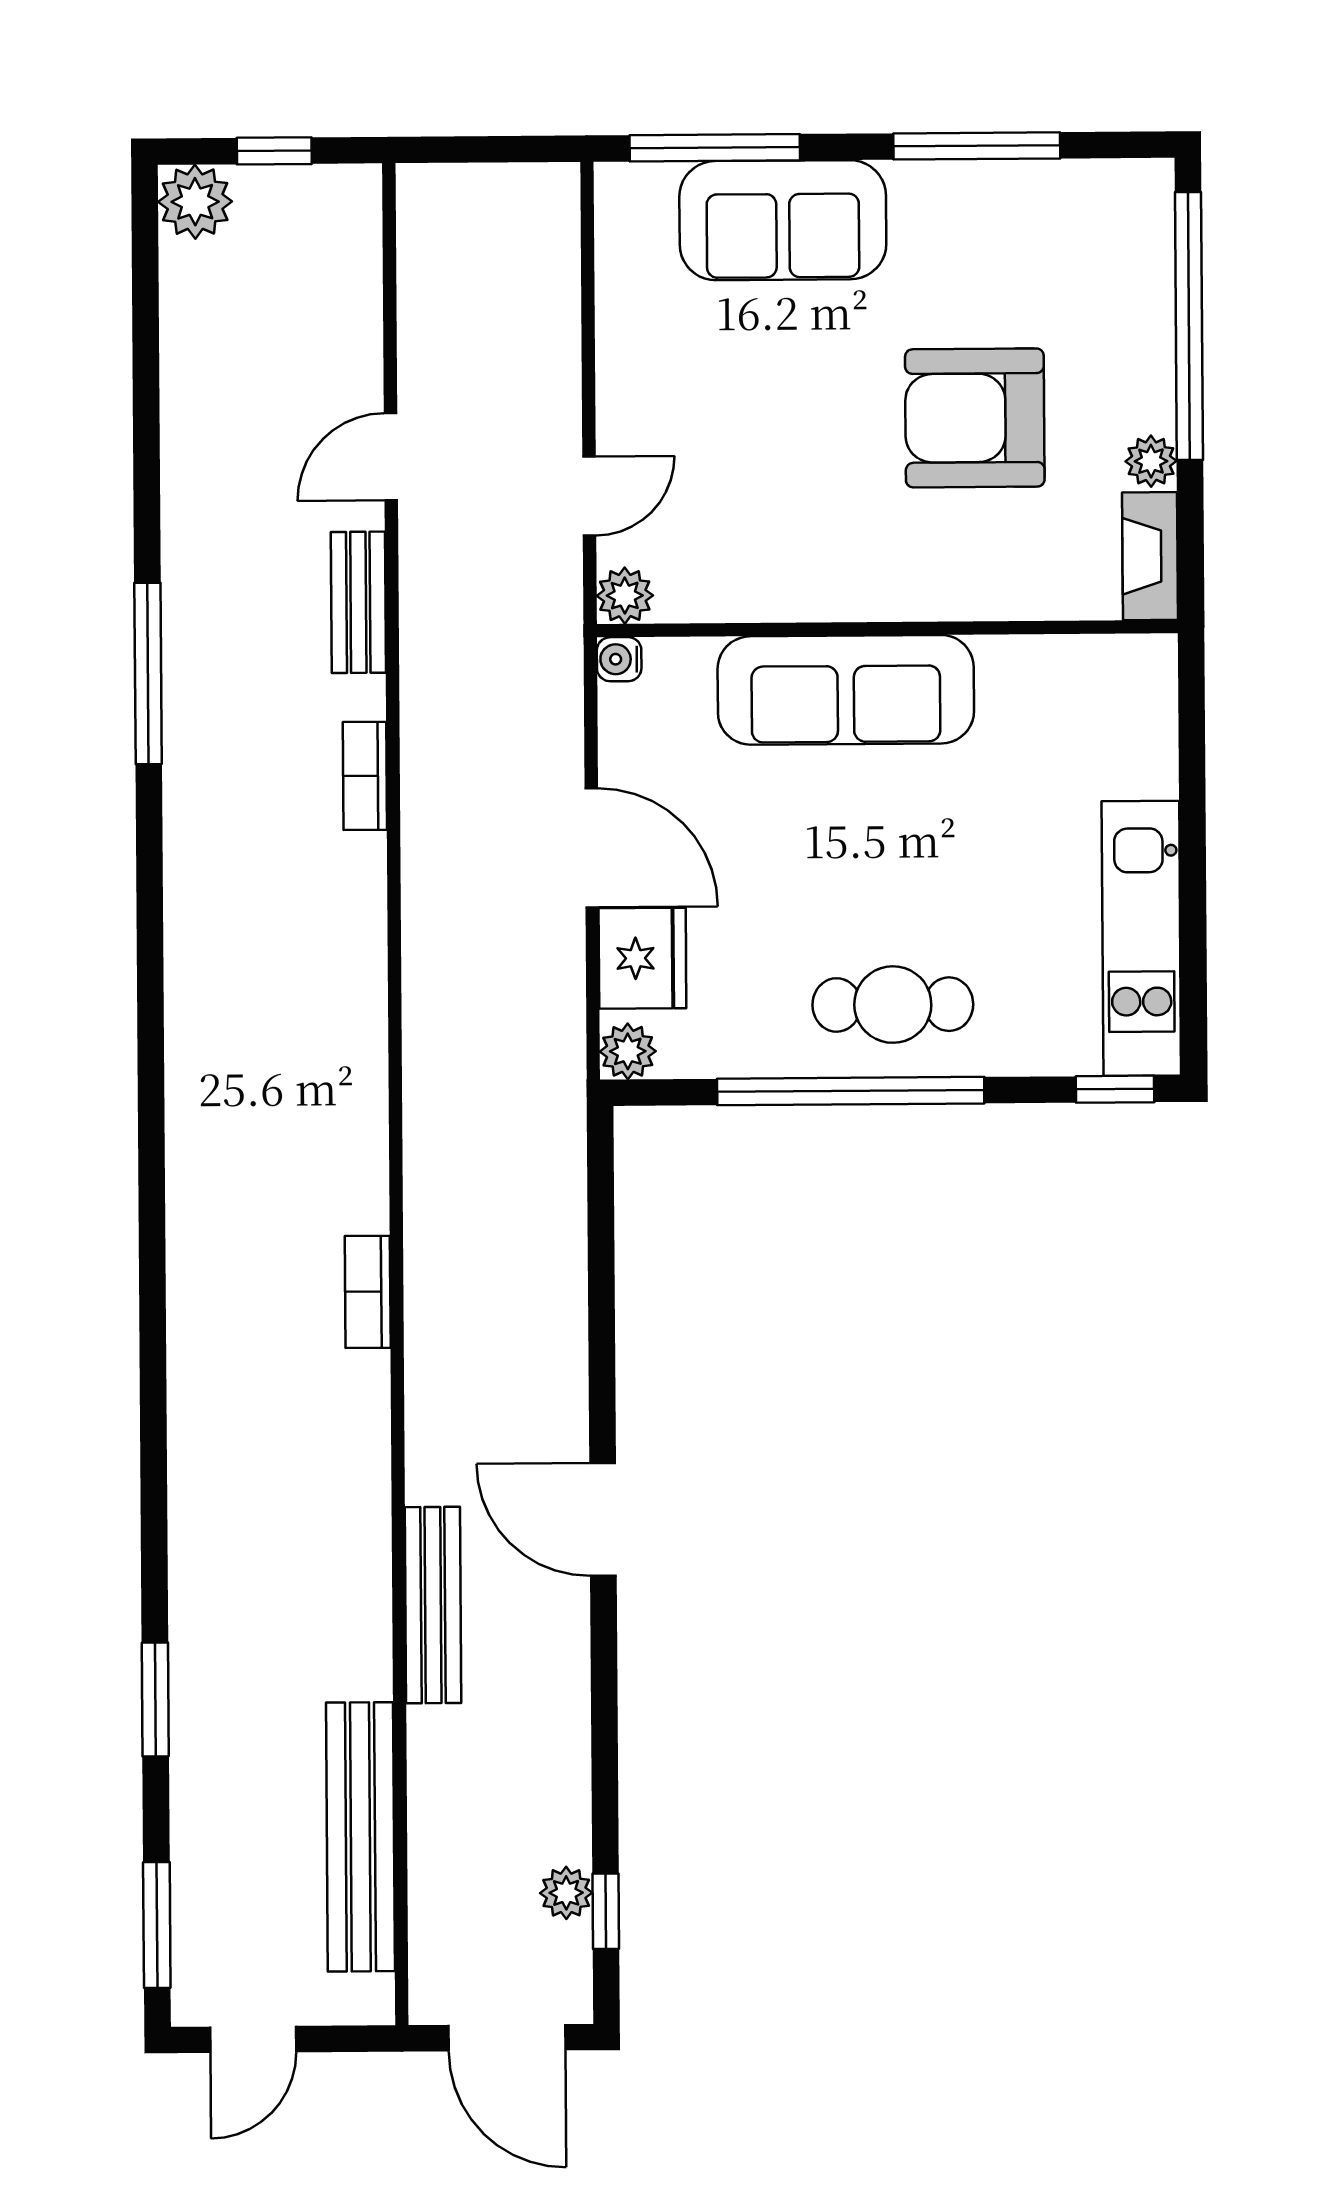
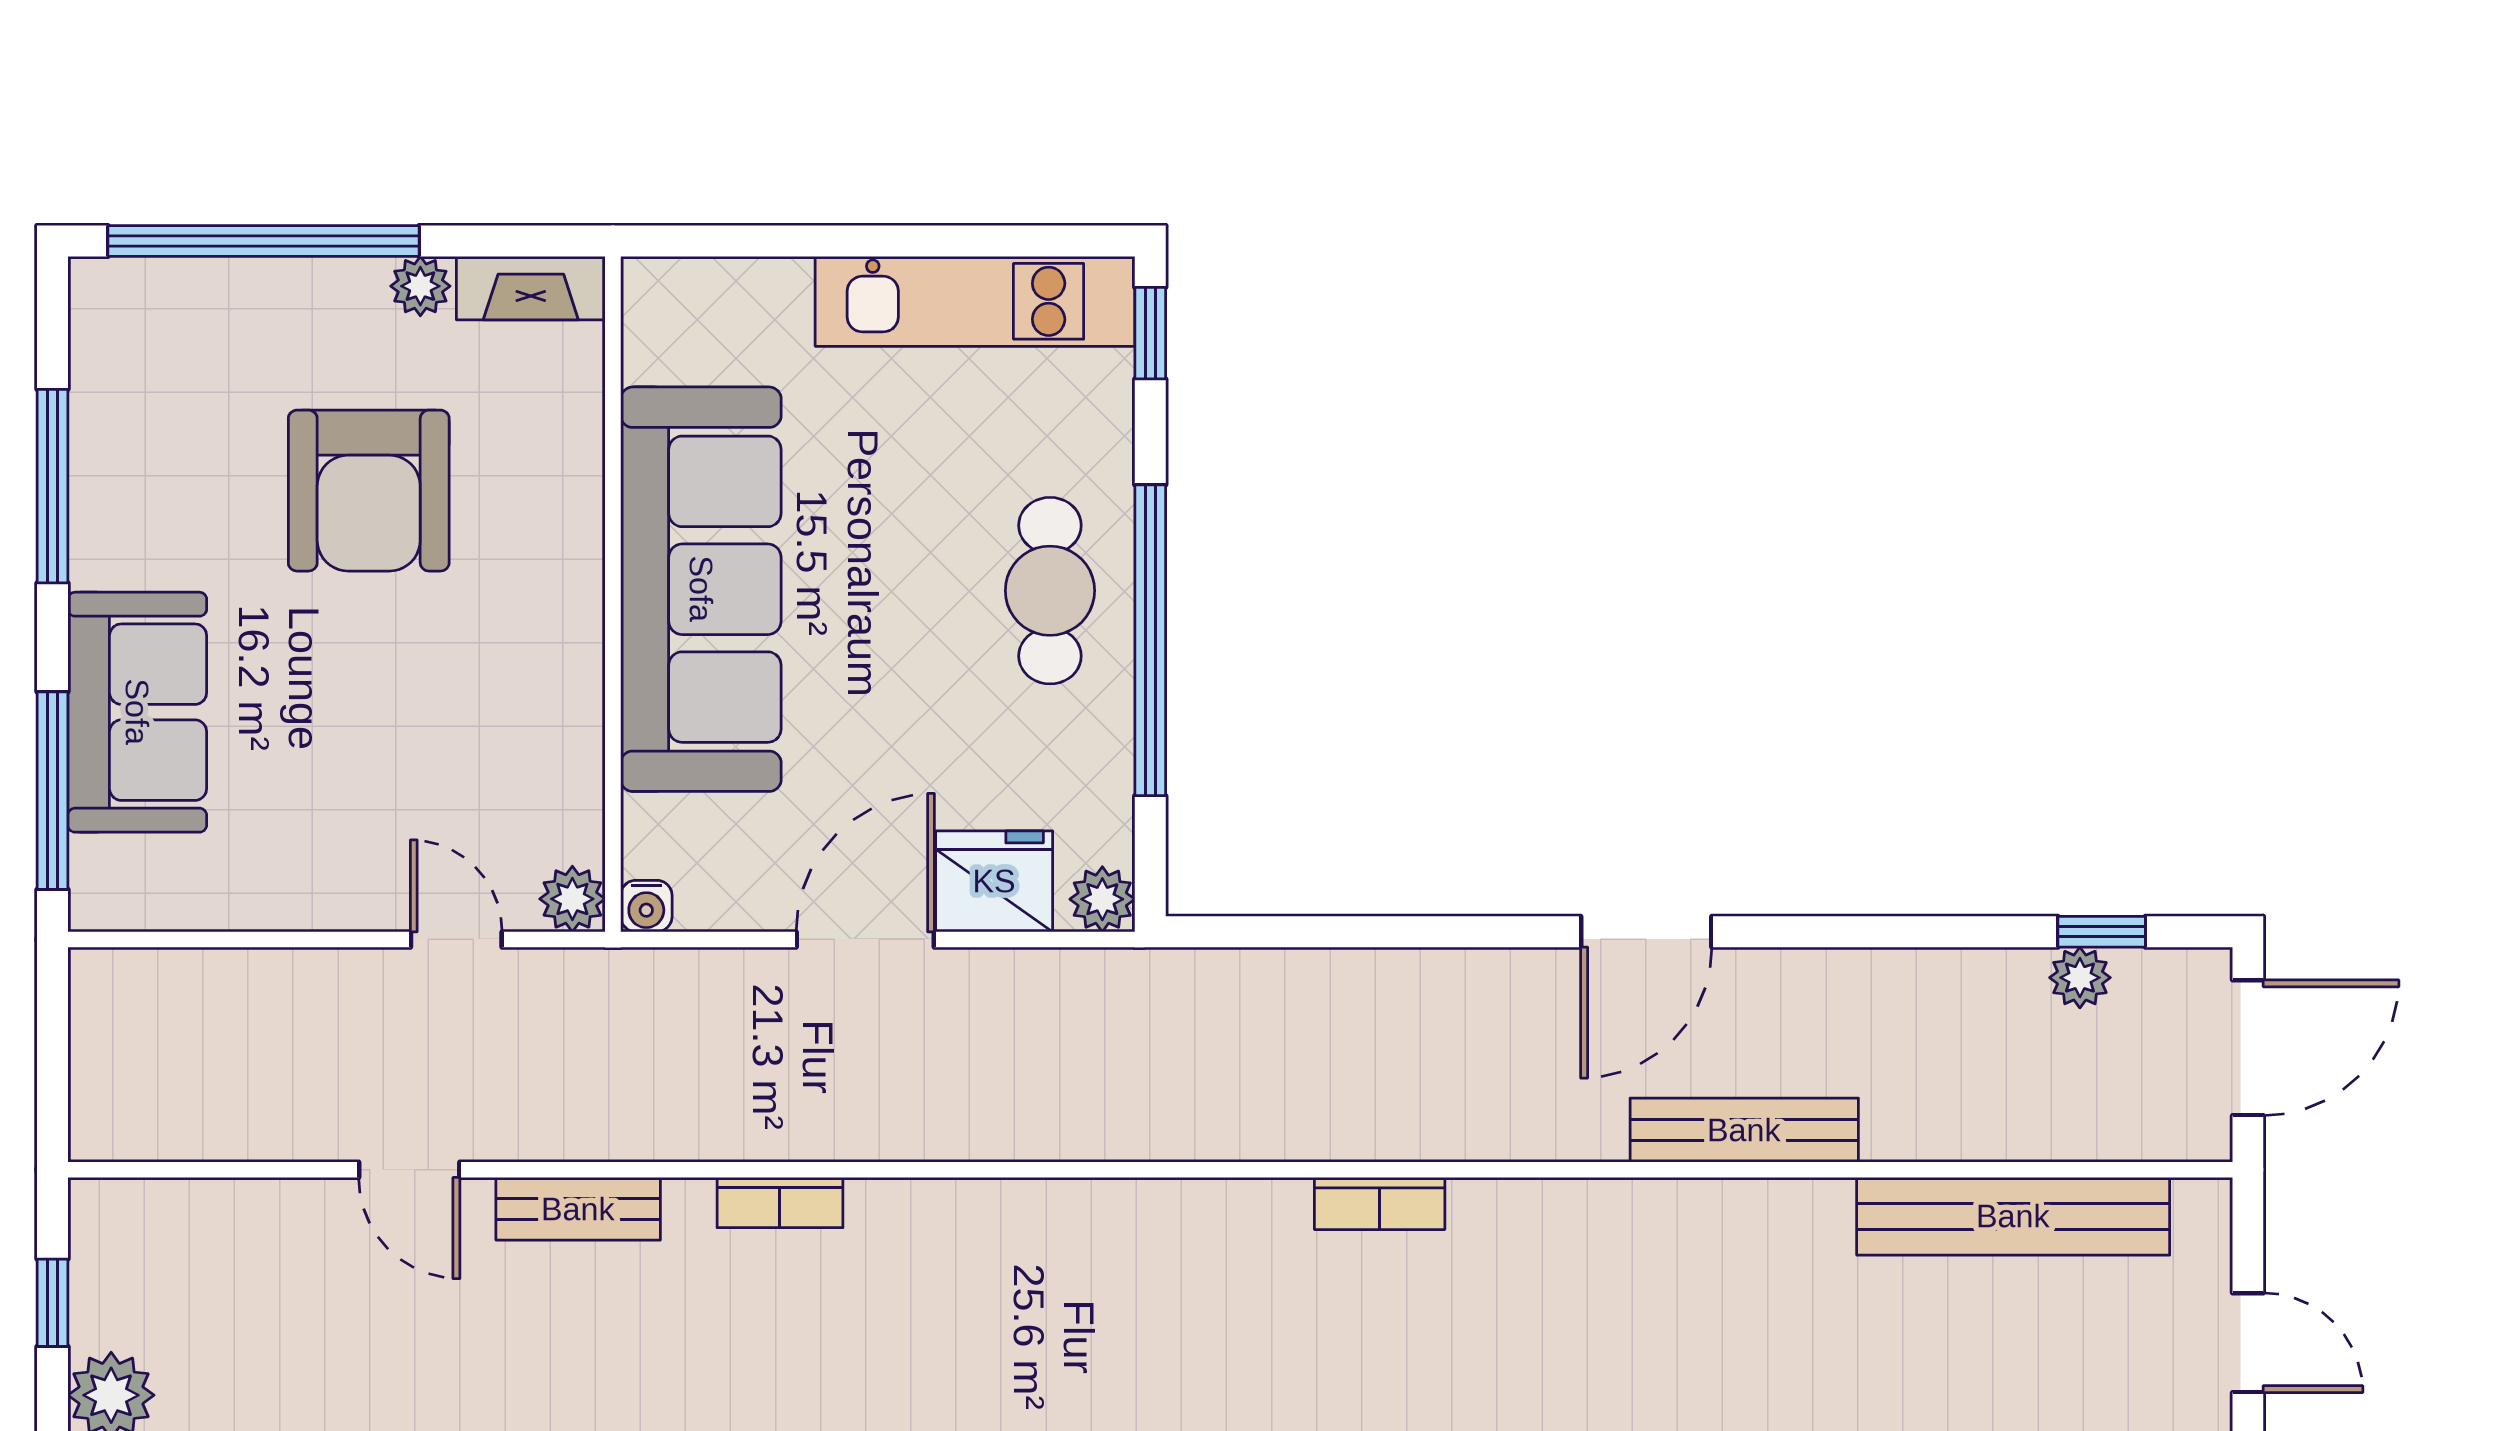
sofa: (846, 690) -> (701, 589), width x1.36, depth x1.27

